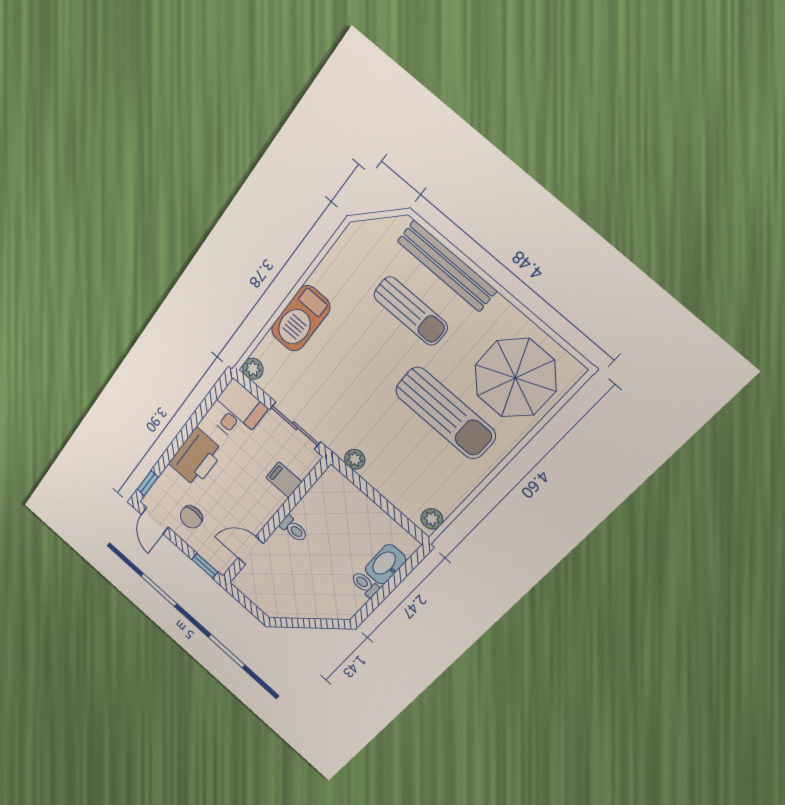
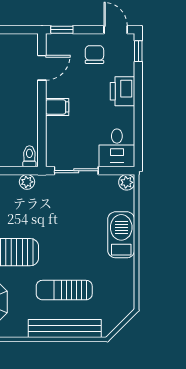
printer: (196, 457) -> (122, 91), width x0.73, depth x0.84
filing cabinet: (284, 480) -> (57, 107), moved
toilet: (294, 529) -> (29, 156), moved, turned 90

